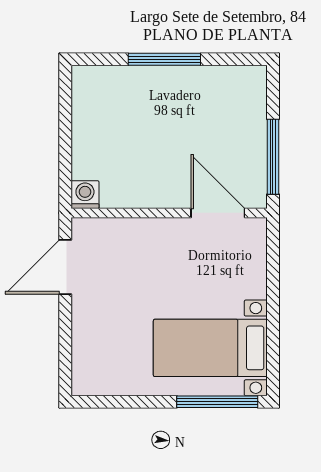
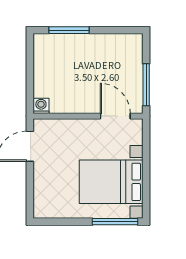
window: (164, 59) -> (69, 30), moved
bed with nightstands: (210, 348) -> (111, 182), width x1.36

